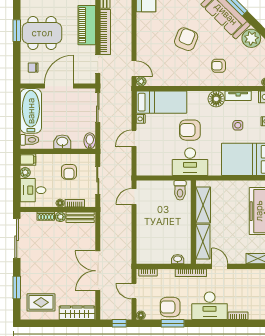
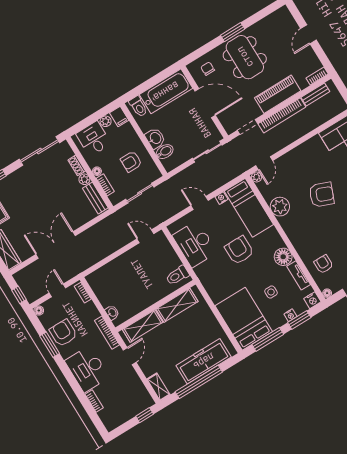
armchair: (219, 66) -> (324, 264), moved
plant: (175, 77) -> (280, 207), added
bidet: (90, 141) -> (165, 152), moved
desk: (190, 162) -> (195, 244), moved

